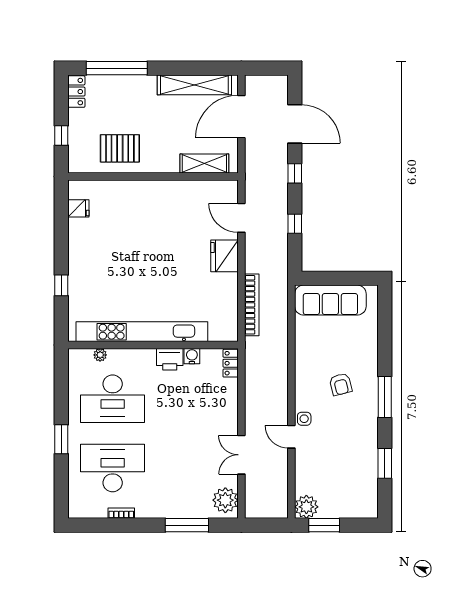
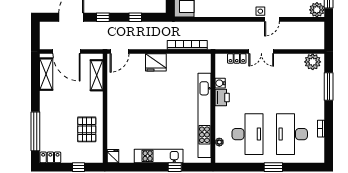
shelving: (194, 85) -> (46, 74), width x0.68
fridge: (78, 208) -> (113, 156), moved
door: (241, 218) -> (120, 51), moved
kitchen unit: (79, 260) -> (159, 156), added
locker: (231, 363) -> (237, 58), moved
double door: (241, 455) -> (261, 51), moved

